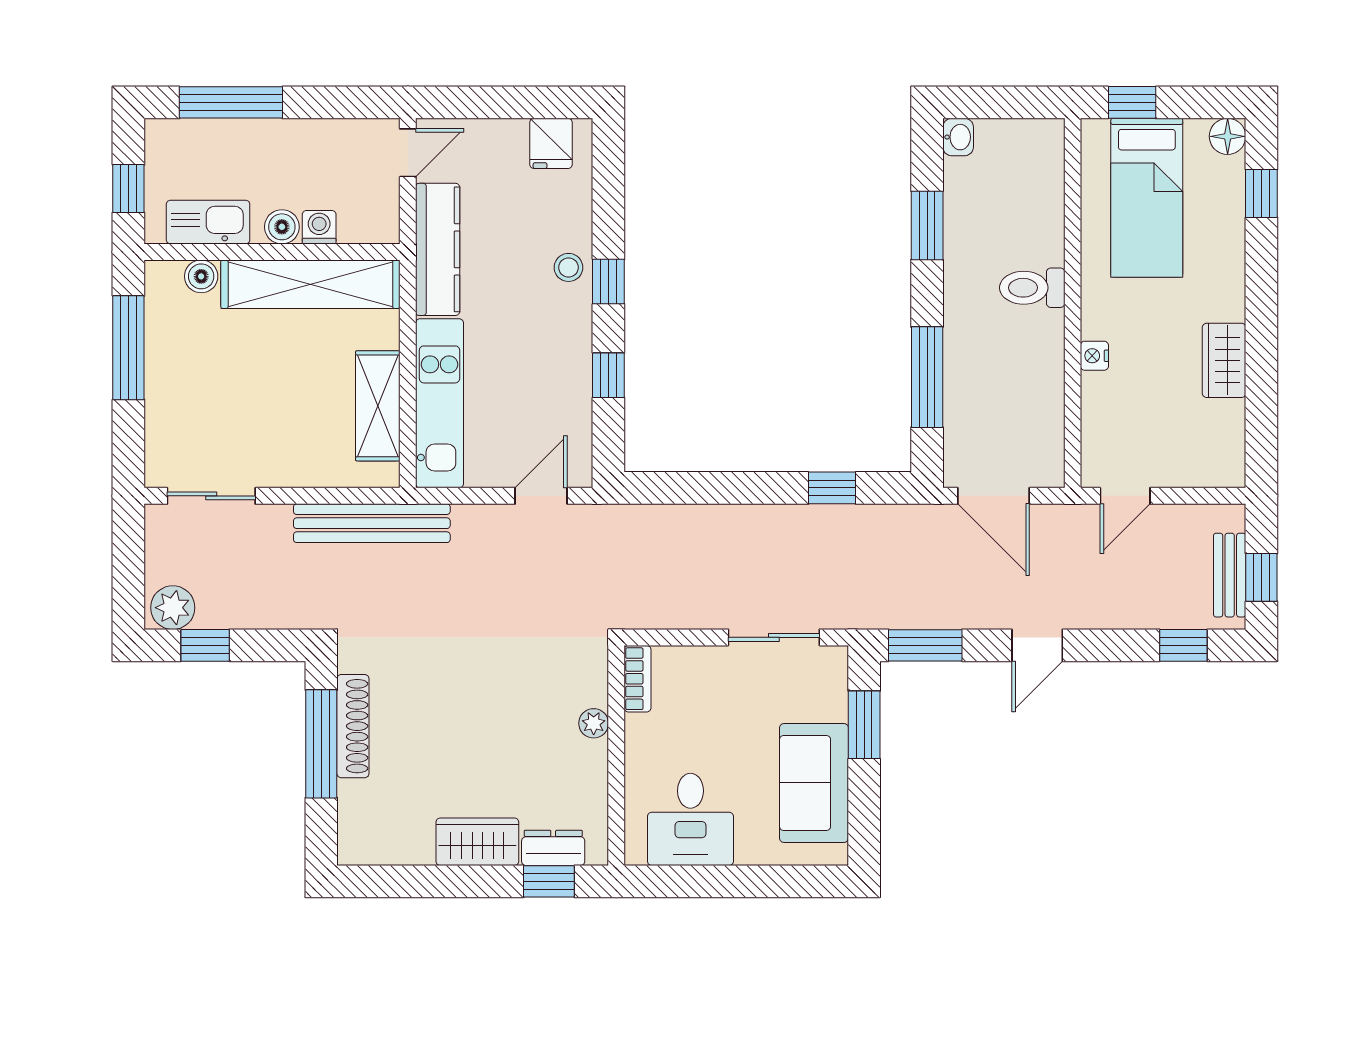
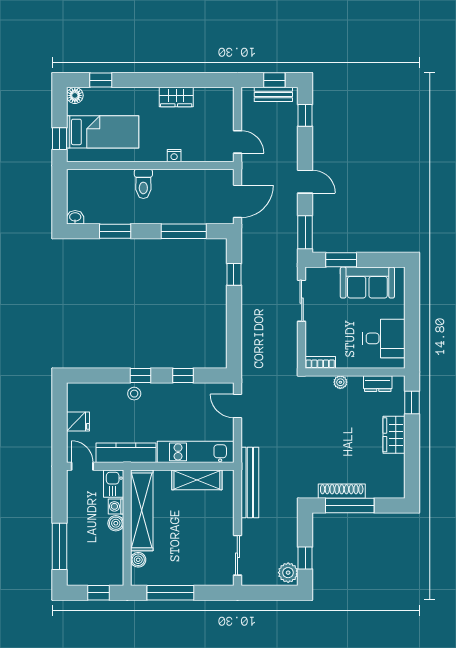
fridge: (551, 143) -> (78, 421), moved
kitchen sink: (208, 222) -> (114, 484), moved, width x0.73
dresser: (553, 848) -> (378, 384), moved, turned -90

